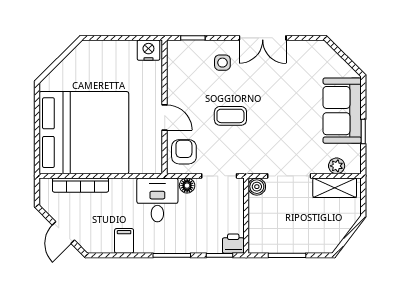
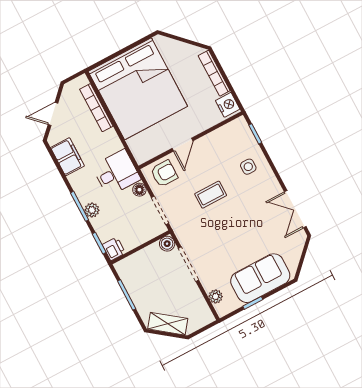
double door: (263, 38) -> (295, 209), moved
bookcase: (109, 47) -> (214, 73), added
coffee table: (230, 116) -> (211, 195), turned 90
shelving: (335, 188) -> (168, 324), moved, turned -53
filing cabinet: (124, 241) -> (67, 157), width x2.00
plant: (182, 245) -> (92, 210), added

